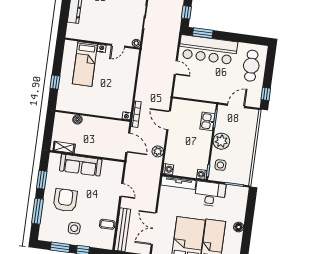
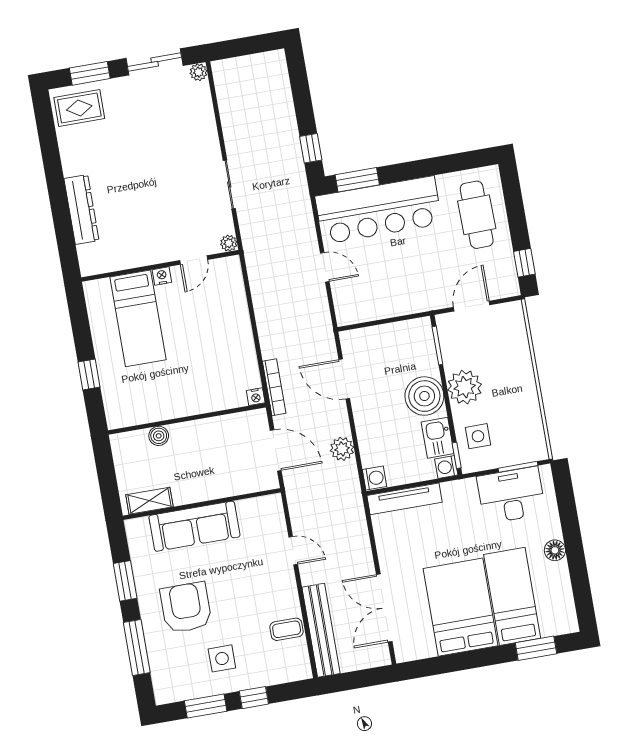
kitchen sink: (207, 121) -> (438, 438), moved
boiler: (202, 139) -> (424, 396), added
desk: (210, 194) -> (511, 495), moved

